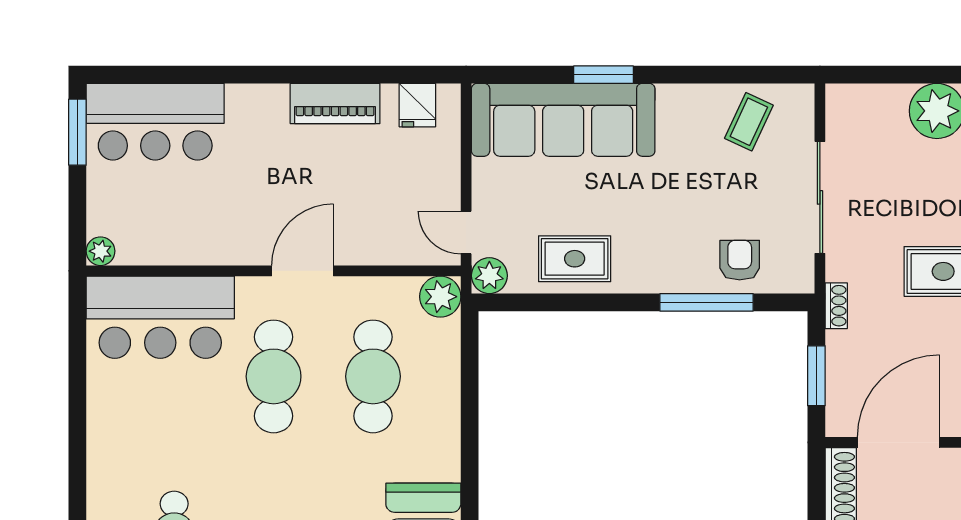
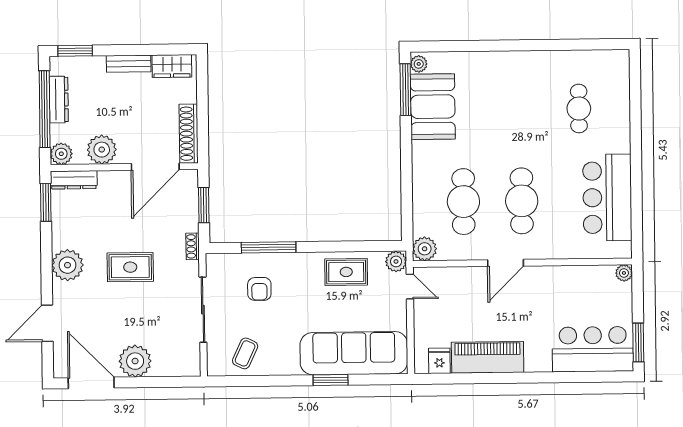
piano: (335, 103) -> (488, 357), width x1.37, depth x1.33
armchair: (740, 260) -> (259, 289), moved
bar counter: (160, 317) -> (607, 198), moved, turned -90

